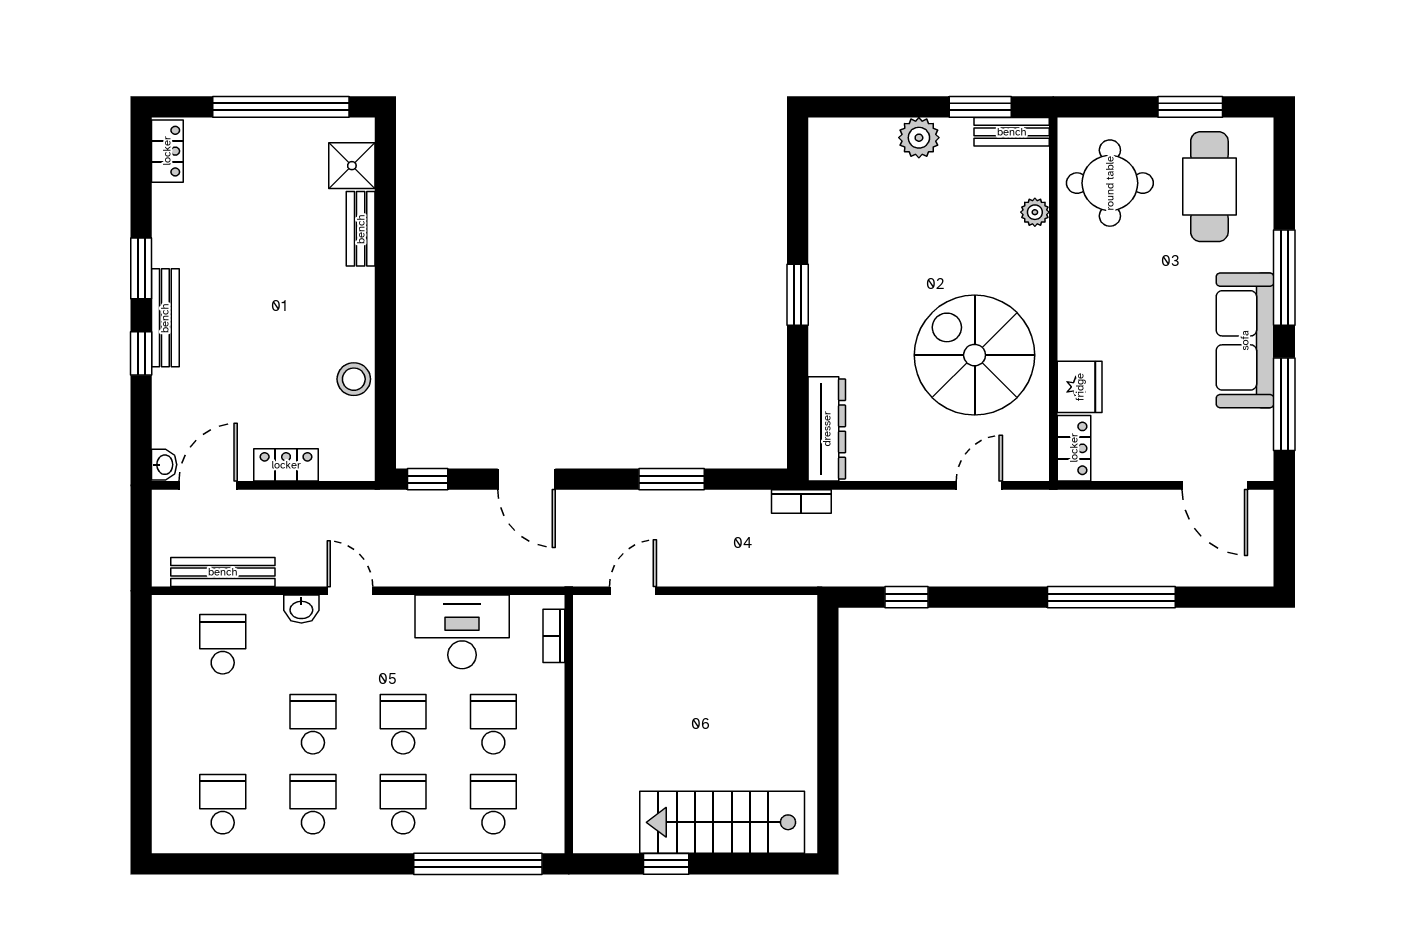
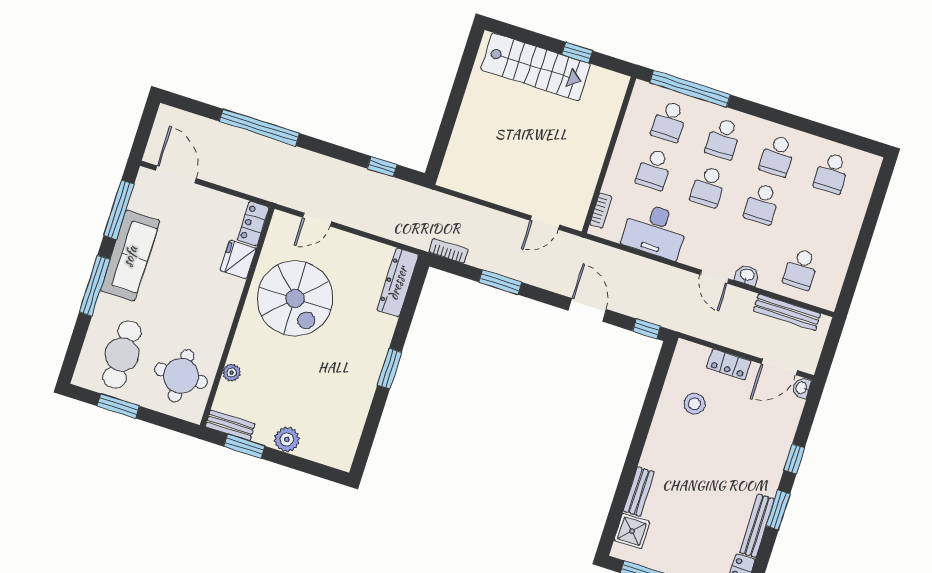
bench: (165, 318) -> (757, 526), moved
stool: (354, 379) -> (695, 404), moved
bookcase: (801, 501) -> (449, 251), moved

